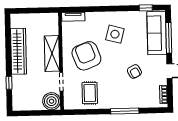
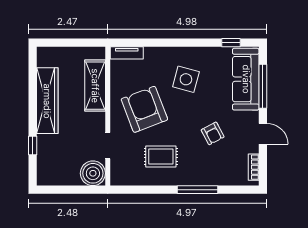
shelving: (52, 53) -> (95, 86), moved
rug: (90, 93) -> (161, 156), moved, turned 90

